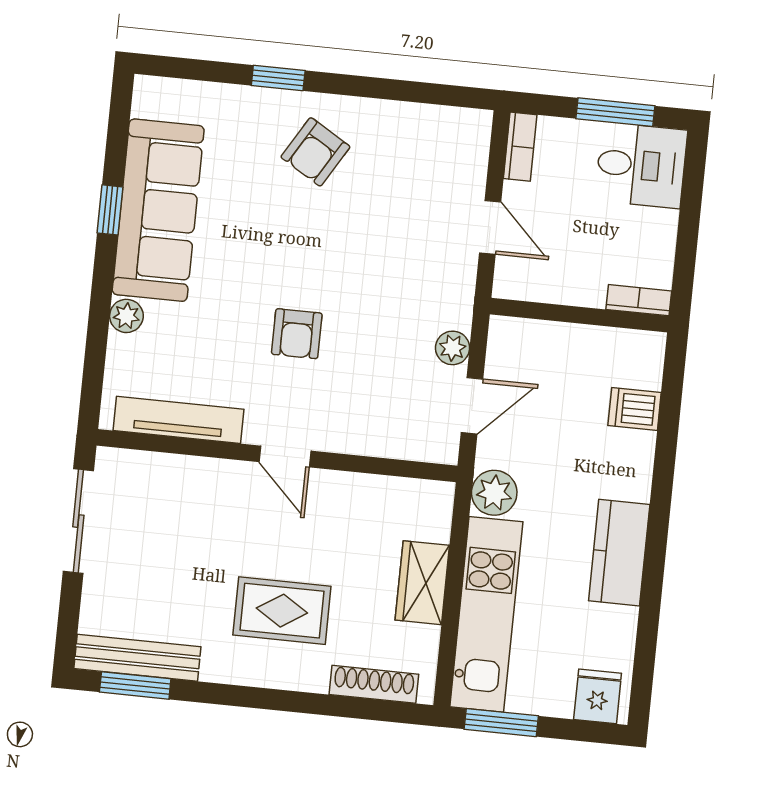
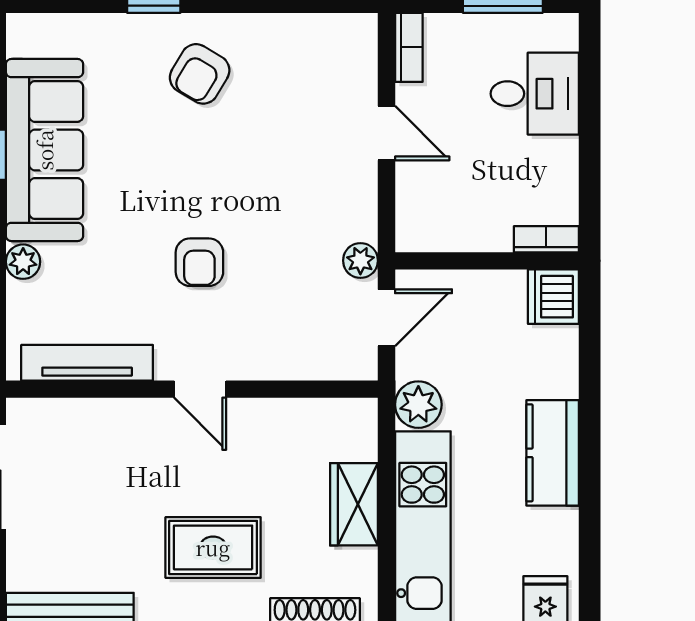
desk: (641, 165) -> (535, 94), moved
bookcase: (639, 300) -> (546, 239), moved
wall: (579, 315) -> (487, 261), moved
dishwasher: (635, 409) -> (553, 297), width x1.38

